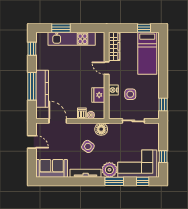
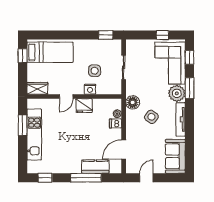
window: (61, 28) -> (23, 125), moved
wardrobe: (114, 46) -> (37, 88), width x0.67
kitchen counter: (42, 89) -> (95, 167), width x0.67
fridge: (98, 95) -> (84, 106), moved

